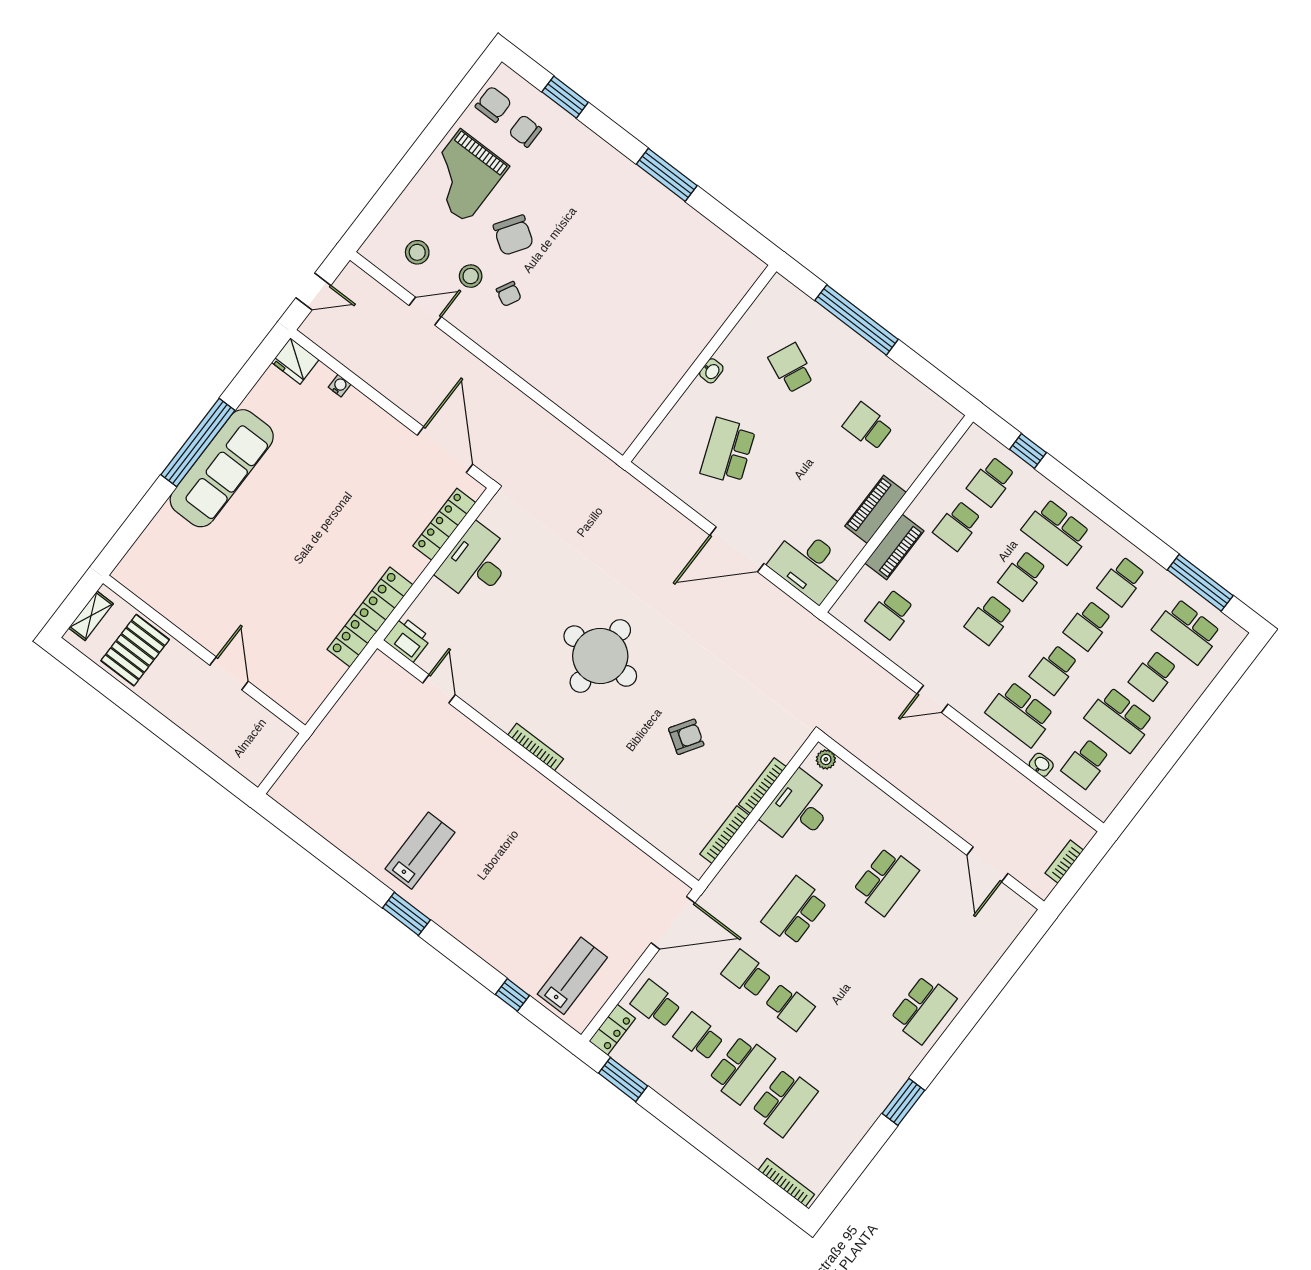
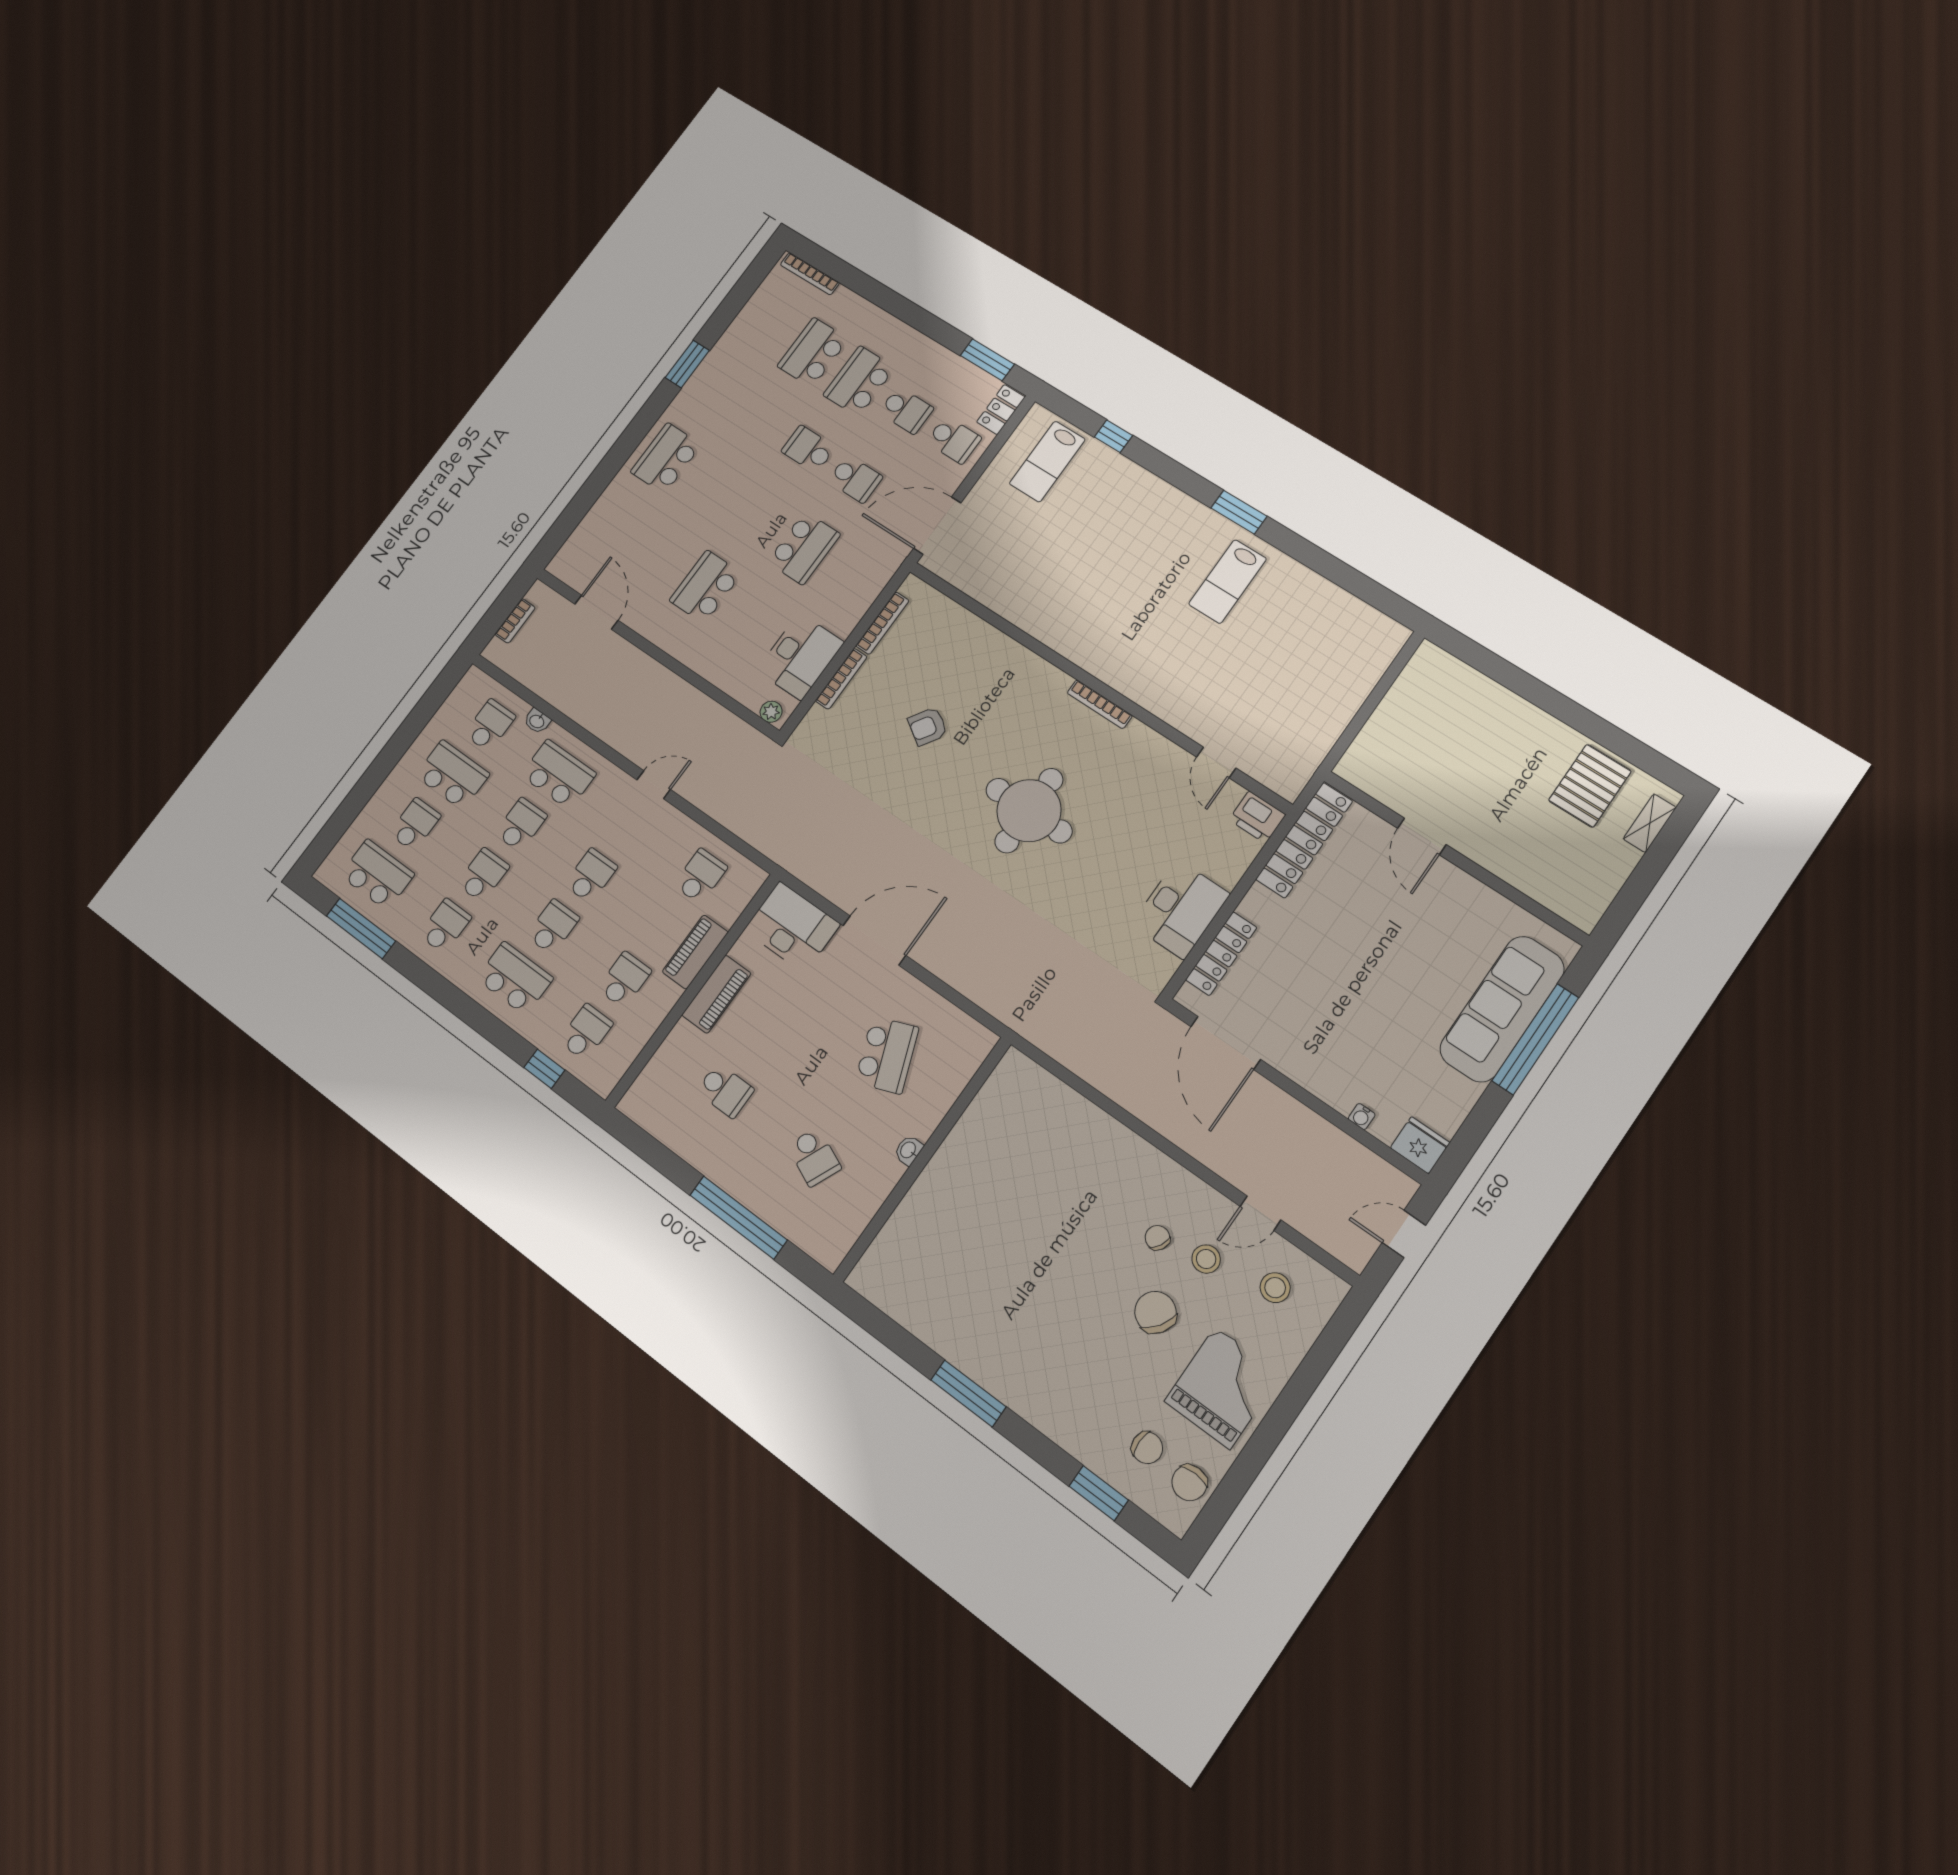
wall: (204, 654) -> (1454, 857), moved
door: (229, 673) -> (1422, 836), moved

